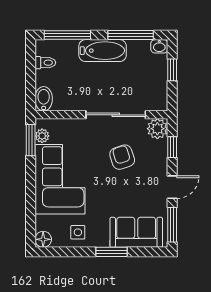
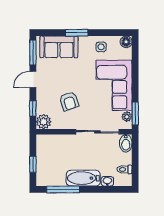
window: (67, 35) -> (109, 189), removed
washbasin: (159, 46) -> (107, 181), moved
sliding door: (116, 115) -> (97, 132), moved

